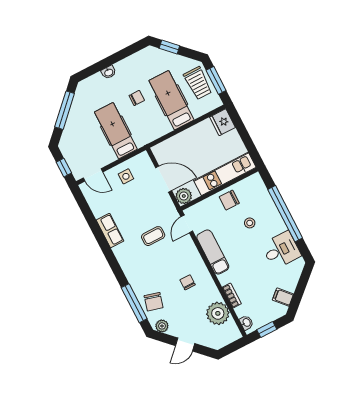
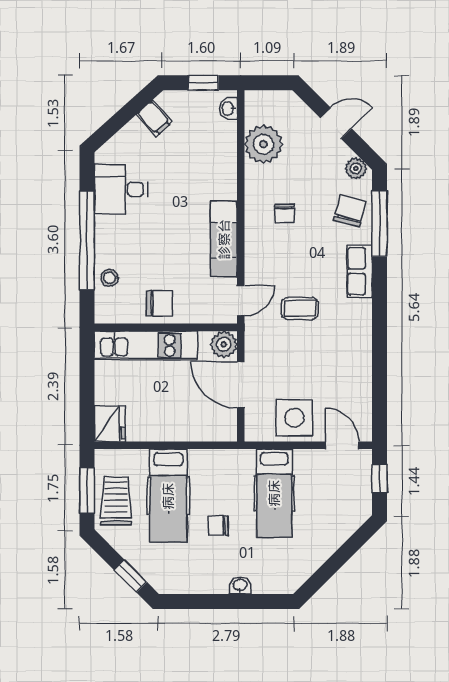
window: (65, 110) -> (335, 563), removed
side table: (126, 176) -> (294, 418), width x1.87, depth x1.87
stool: (250, 223) -> (110, 278), moved
row of seats: (110, 231) -> (360, 271), moved
bookcase: (232, 295) -> (229, 160), removed

